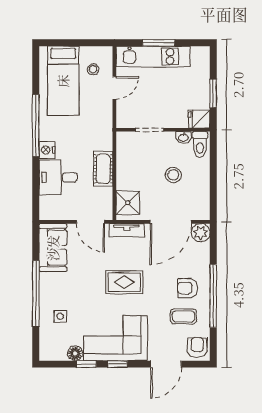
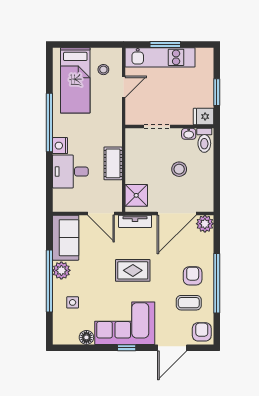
plant: (49, 282) -> (61, 270), added
armchair: (188, 288) -> (193, 276), turned 90
window: (86, 364) -> (97, 348), removed

